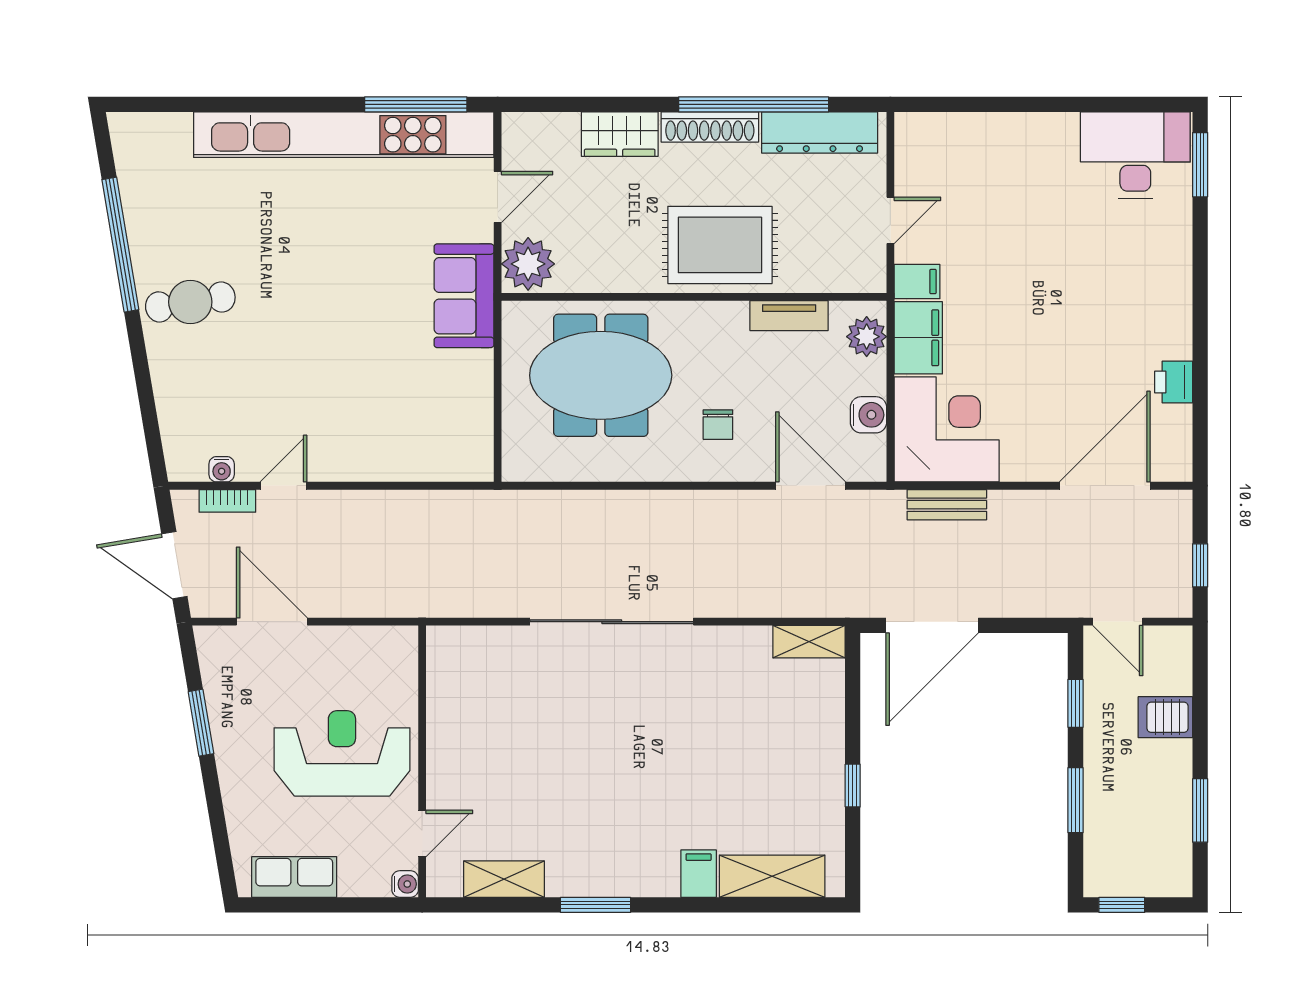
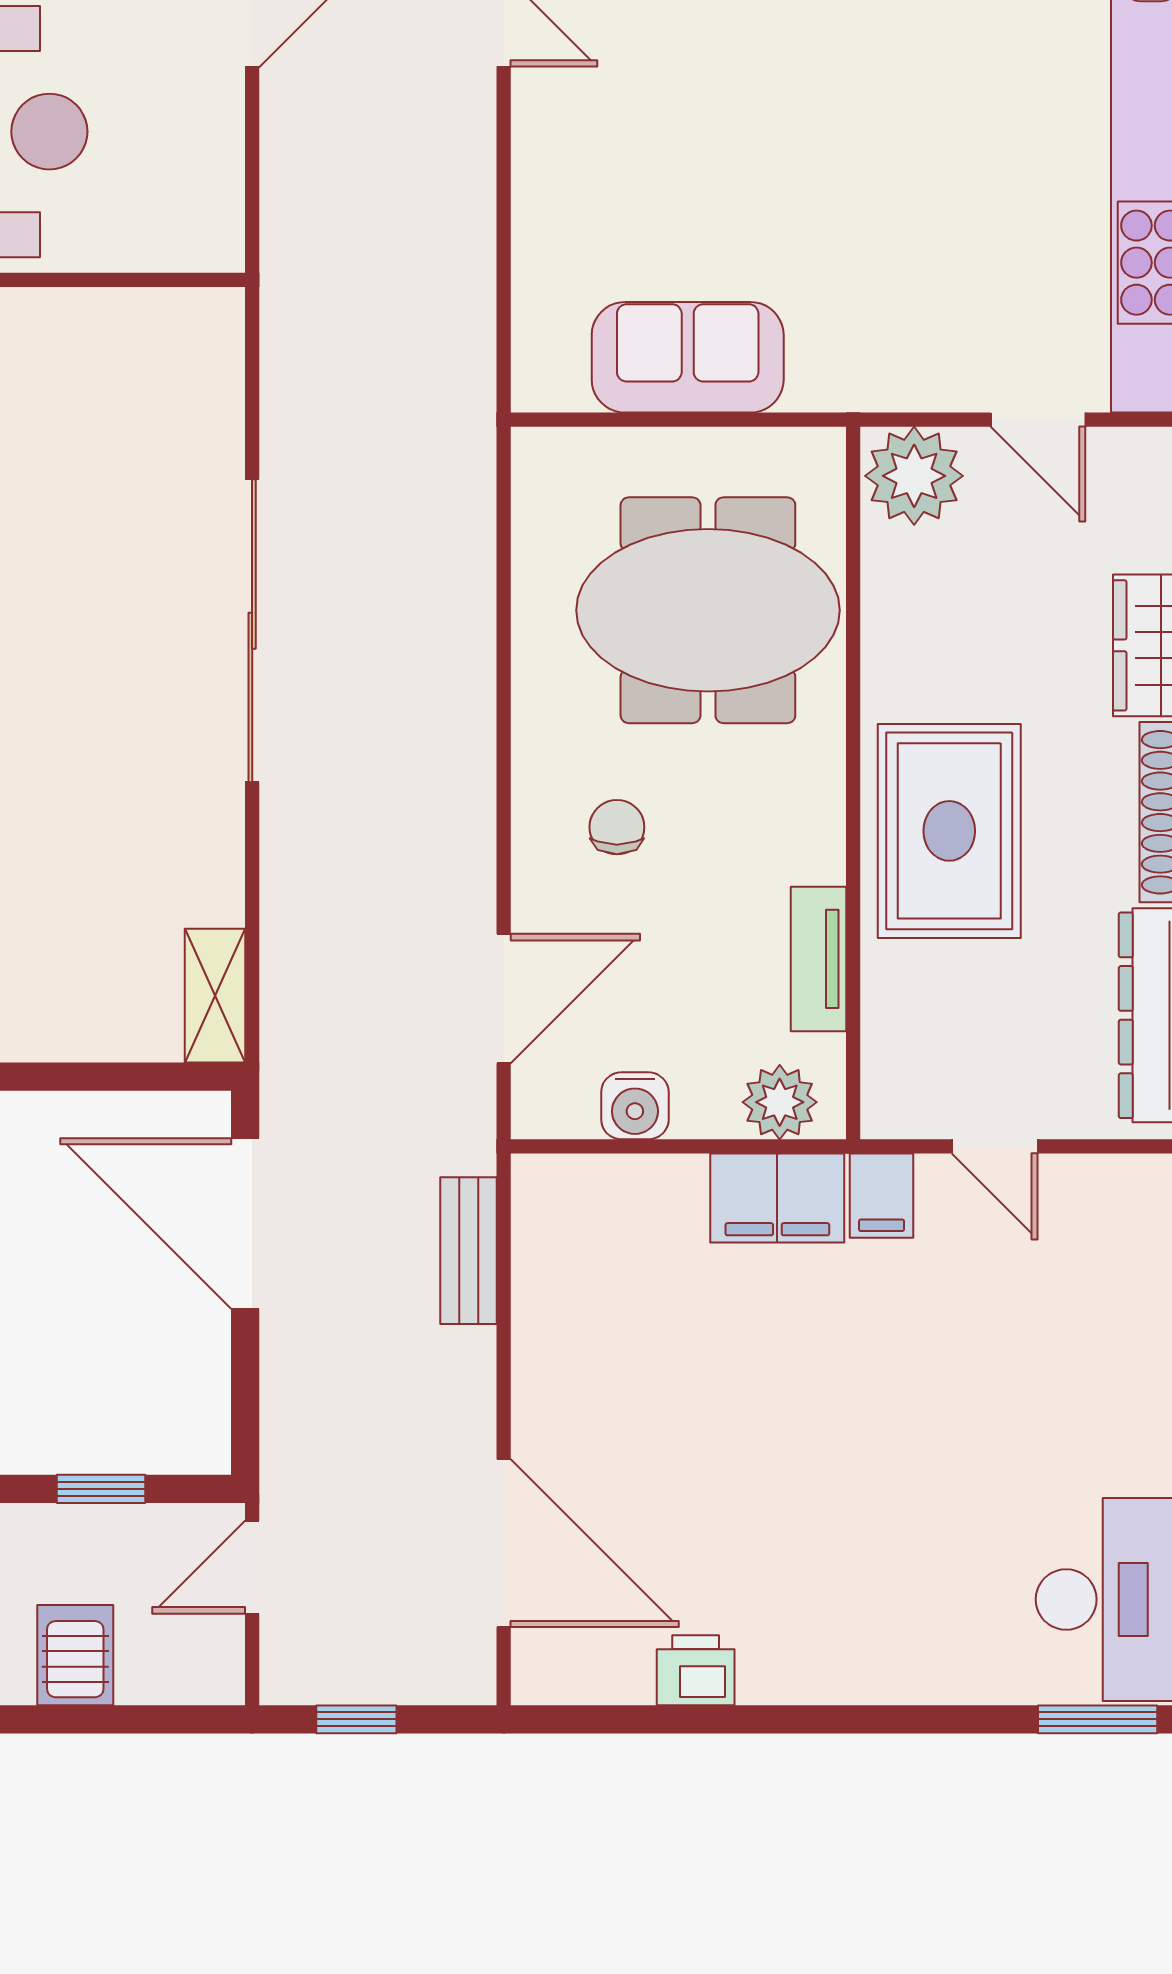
sofa: (464, 296) -> (688, 357), moved
meeting table: (601, 375) -> (708, 610), turned 90
chair: (718, 425) -> (617, 827), turned 90
corner desk: (947, 429) -> (608, 1251), removed

